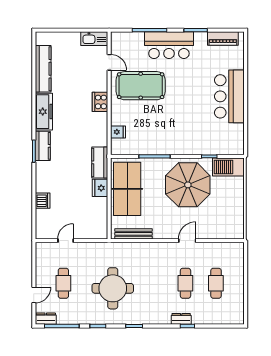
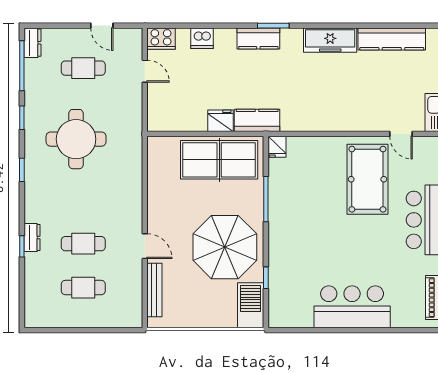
door: (109, 62) -> (401, 134), hinge flipped
cooker: (100, 102) -> (161, 39), moved, turned 180
fridge: (118, 132) -> (277, 147), moved
kitchen counter: (43, 146) -> (258, 38), moved
bench: (133, 234) -> (154, 290), moved
door: (34, 295) -> (102, 26), moved

